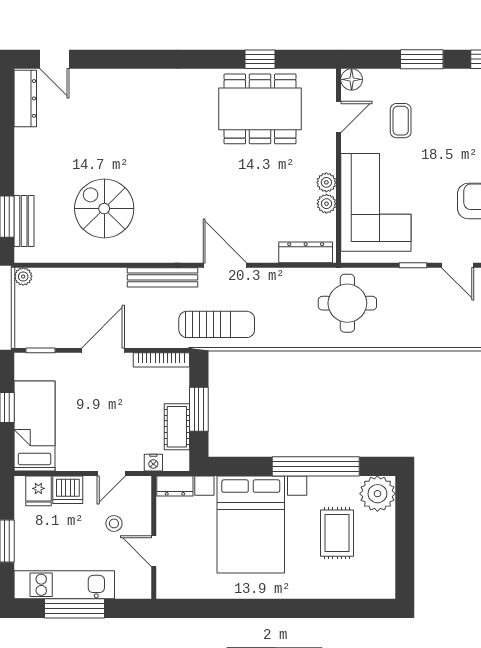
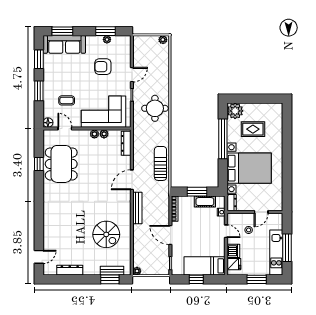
dresser: (25, 98) -> (70, 270), moved
spiral stairs: (104, 209) -> (106, 234), turned -90
round table: (347, 303) -> (155, 108), moved
sun lounger: (217, 324) -> (160, 163), moved

